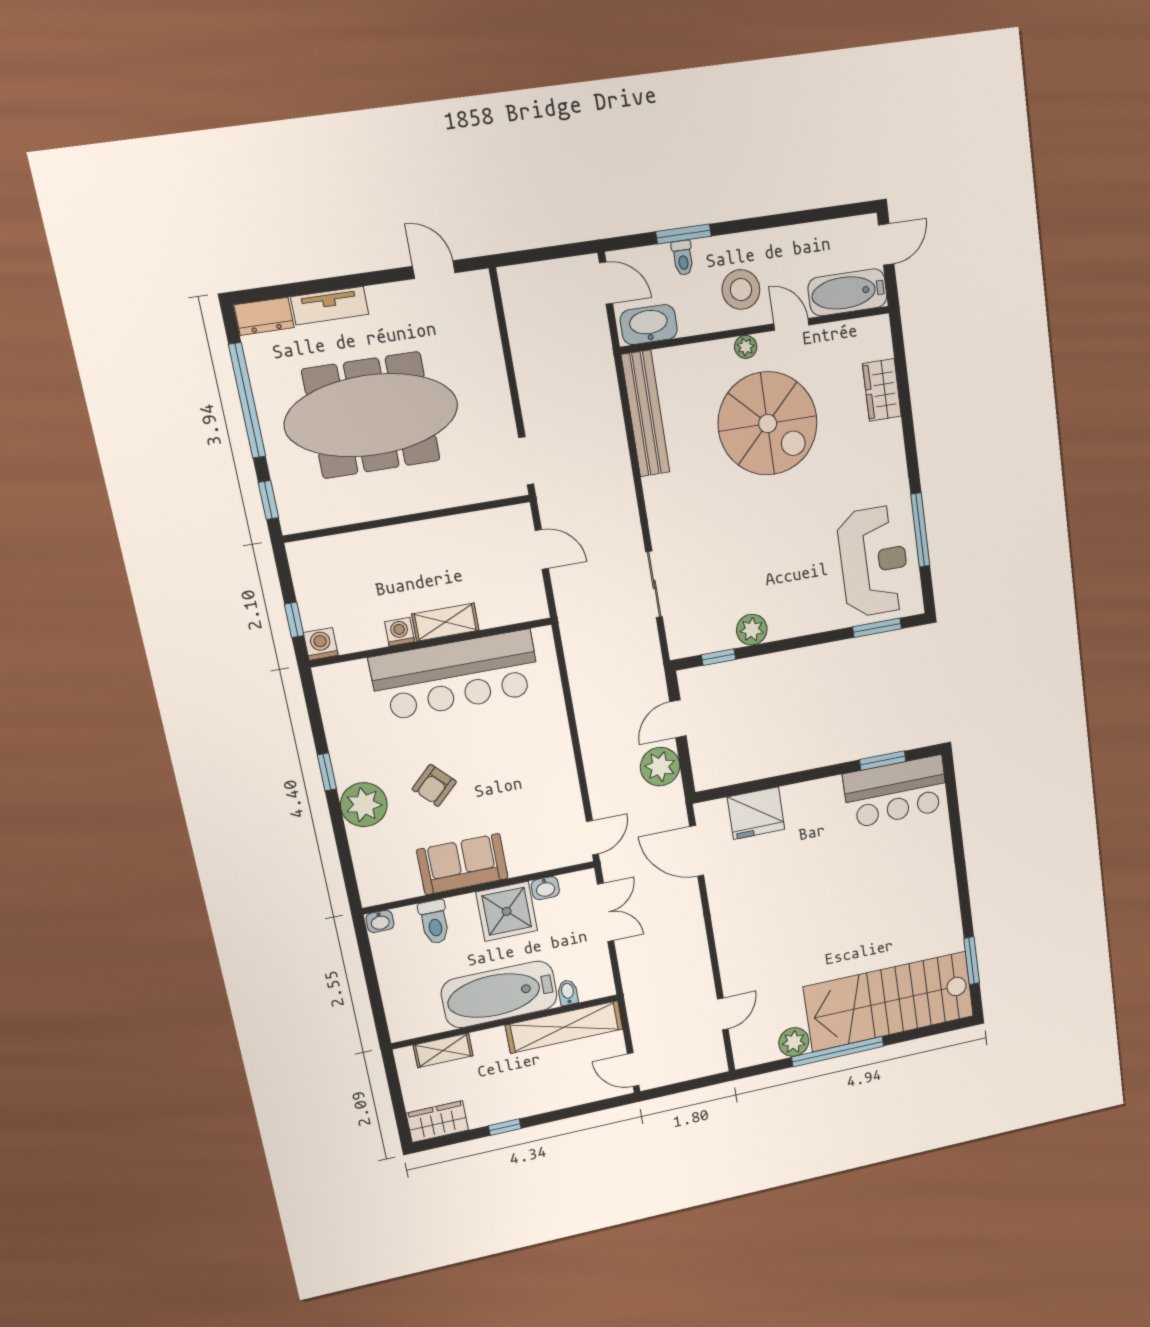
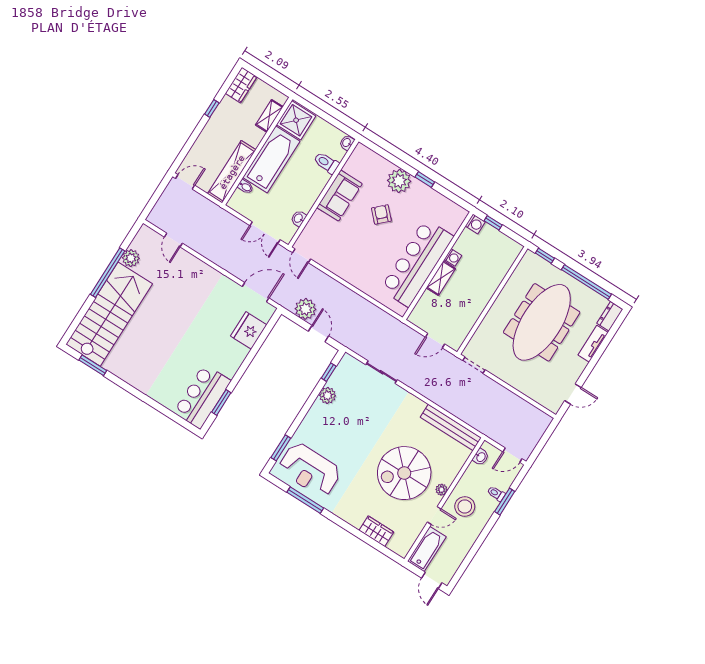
washbasin: (649, 325) -> (481, 457), width x0.52, depth x0.69
shower: (507, 911) -> (296, 120), moved

